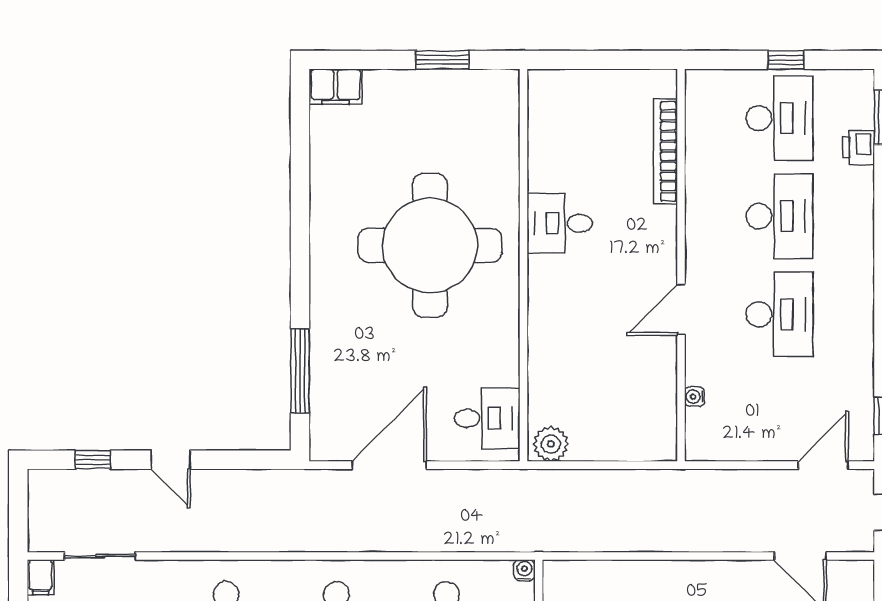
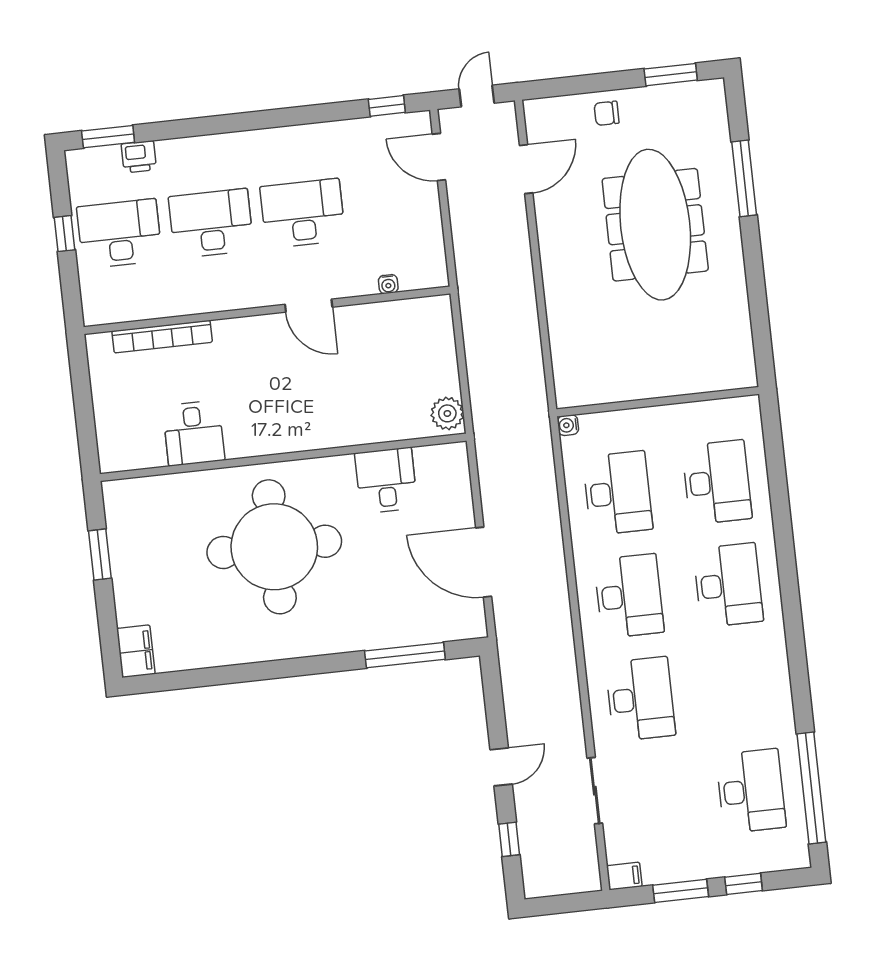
desk: (560, 223) -> (194, 433), moved
desk: (487, 418) -> (386, 480), moved
sliding door: (100, 556) -> (595, 791), moved

